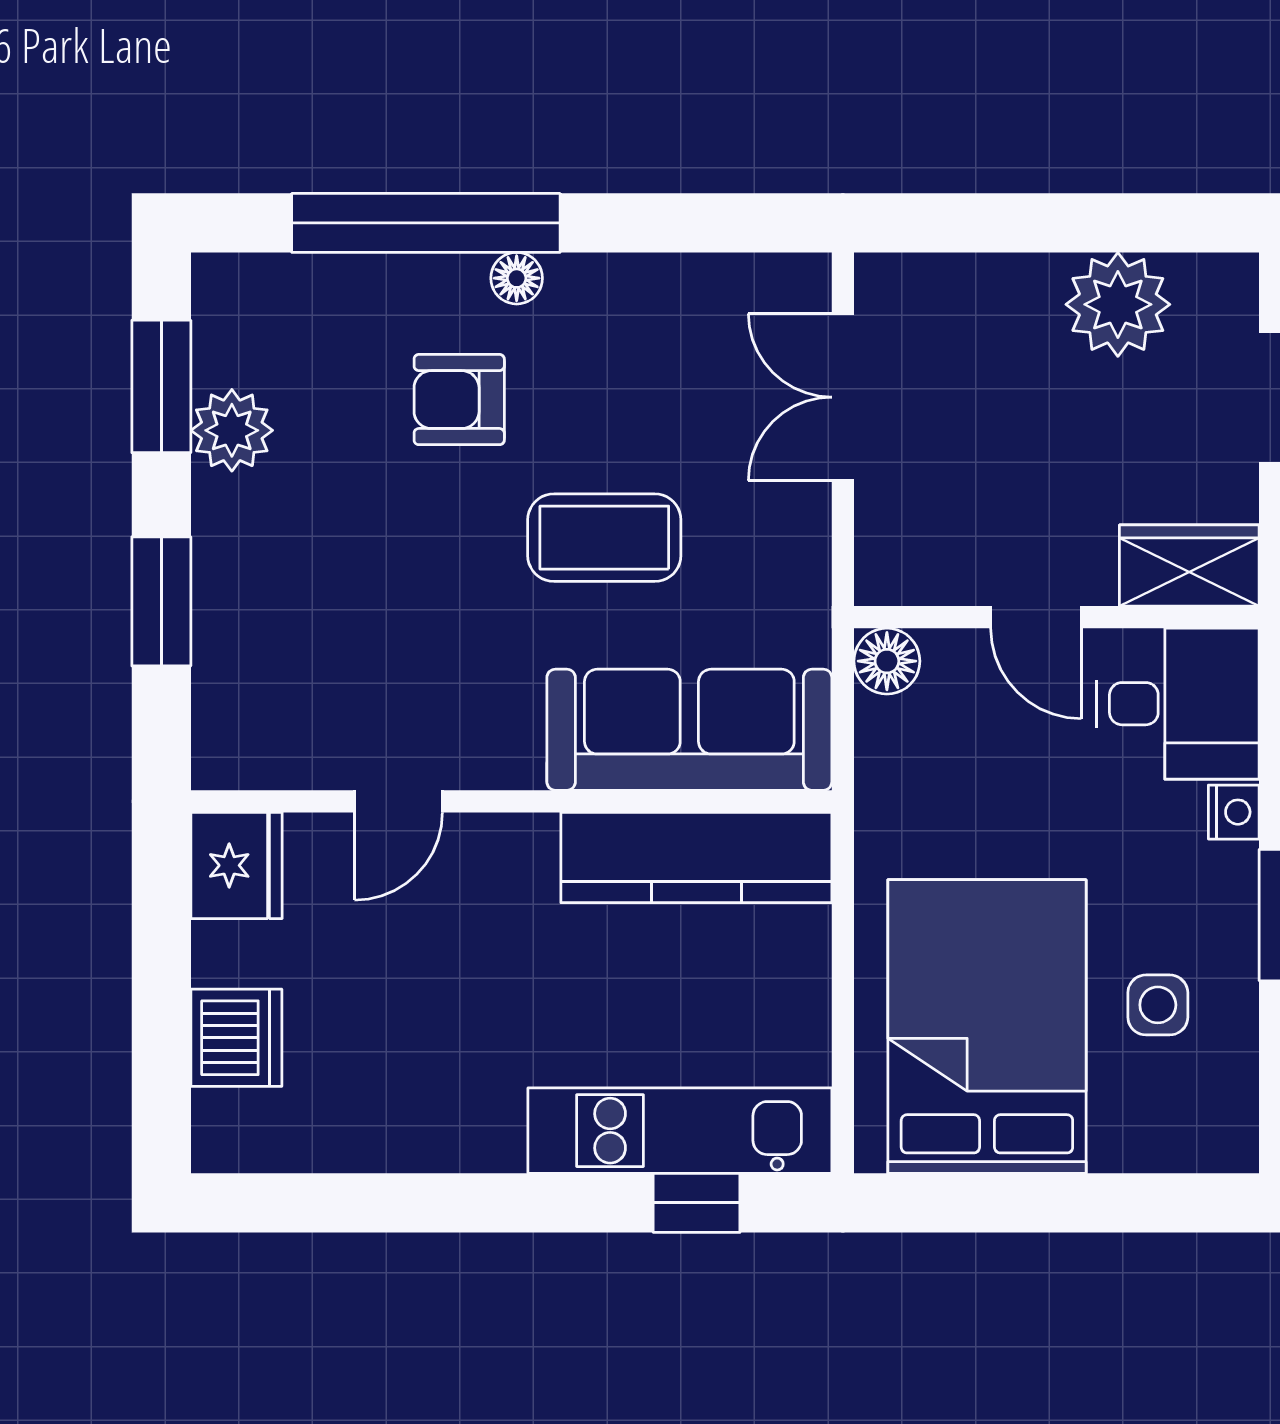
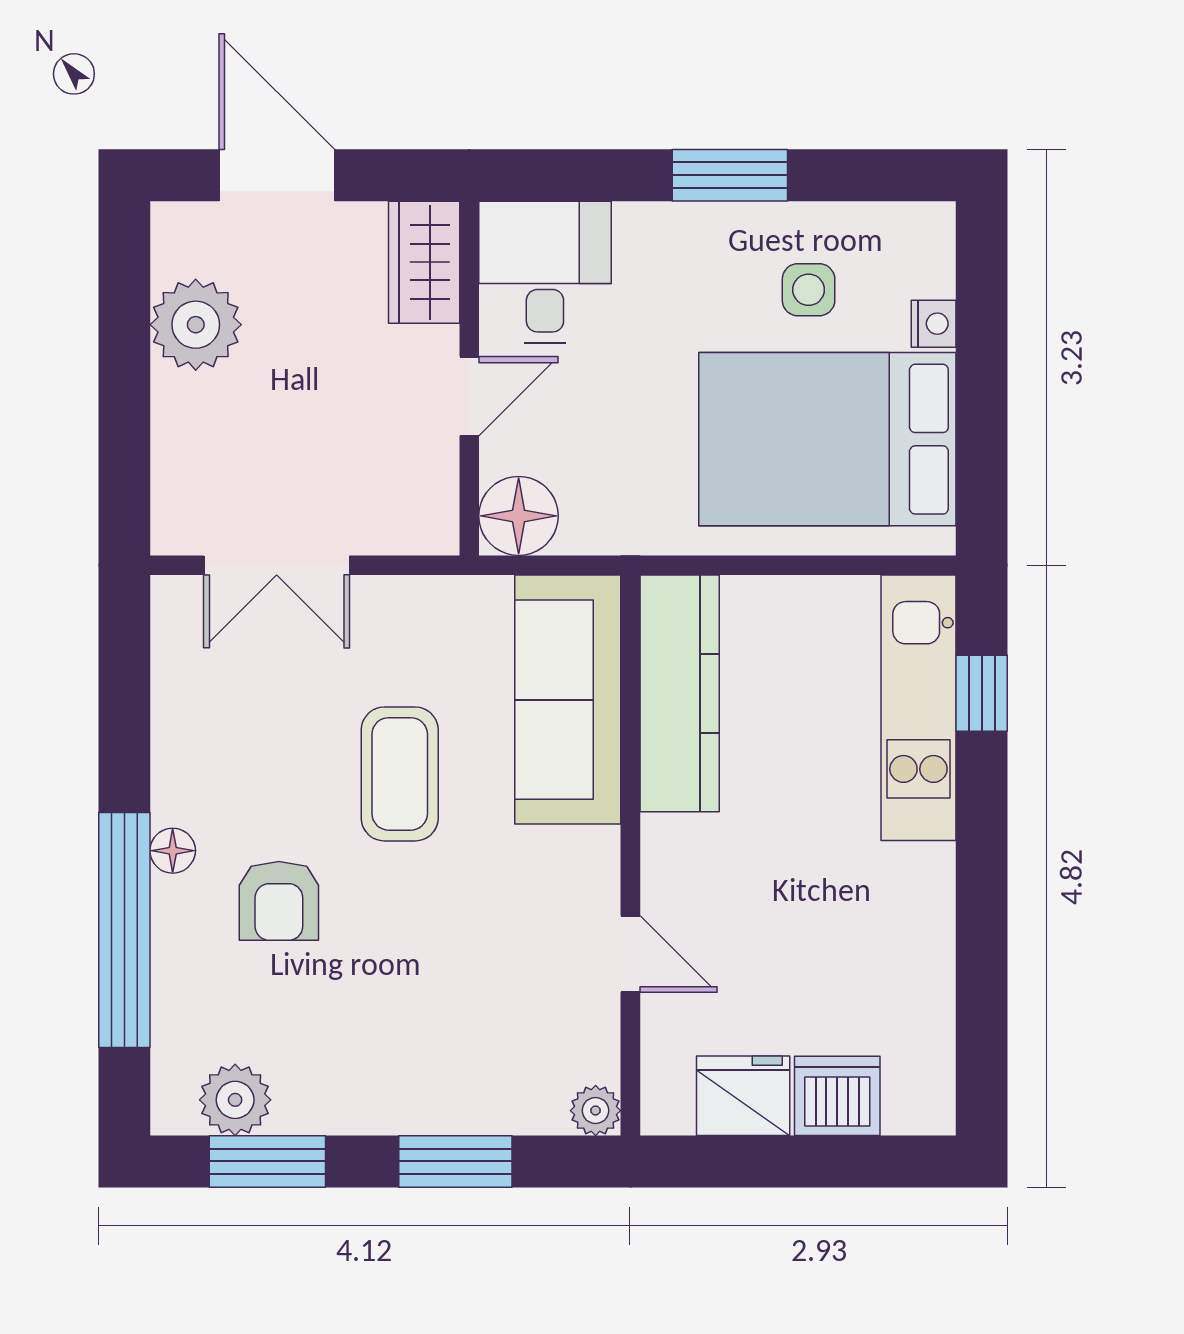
plant: (232, 430) -> (235, 1100), moved
floor lamp: (887, 661) -> (519, 516), width x1.38, depth x1.38
plant: (220, 761) -> (596, 1111), added
nightstand: (1234, 812) -> (934, 324), moved, turned 90
fridge: (236, 865) -> (743, 1096), moved

